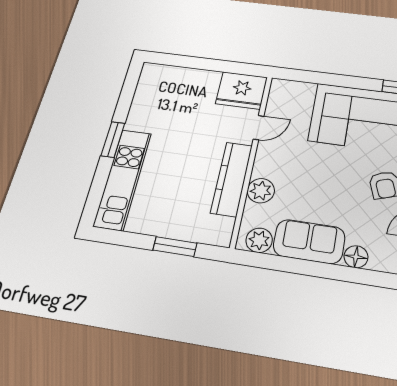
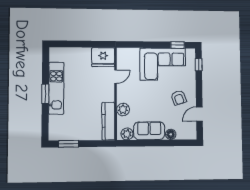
kitchen unit: (123, 179) -> (56, 88), moved
kitchen counter: (232, 179) -> (108, 121), moved
window: (175, 247) -> (69, 144), moved

